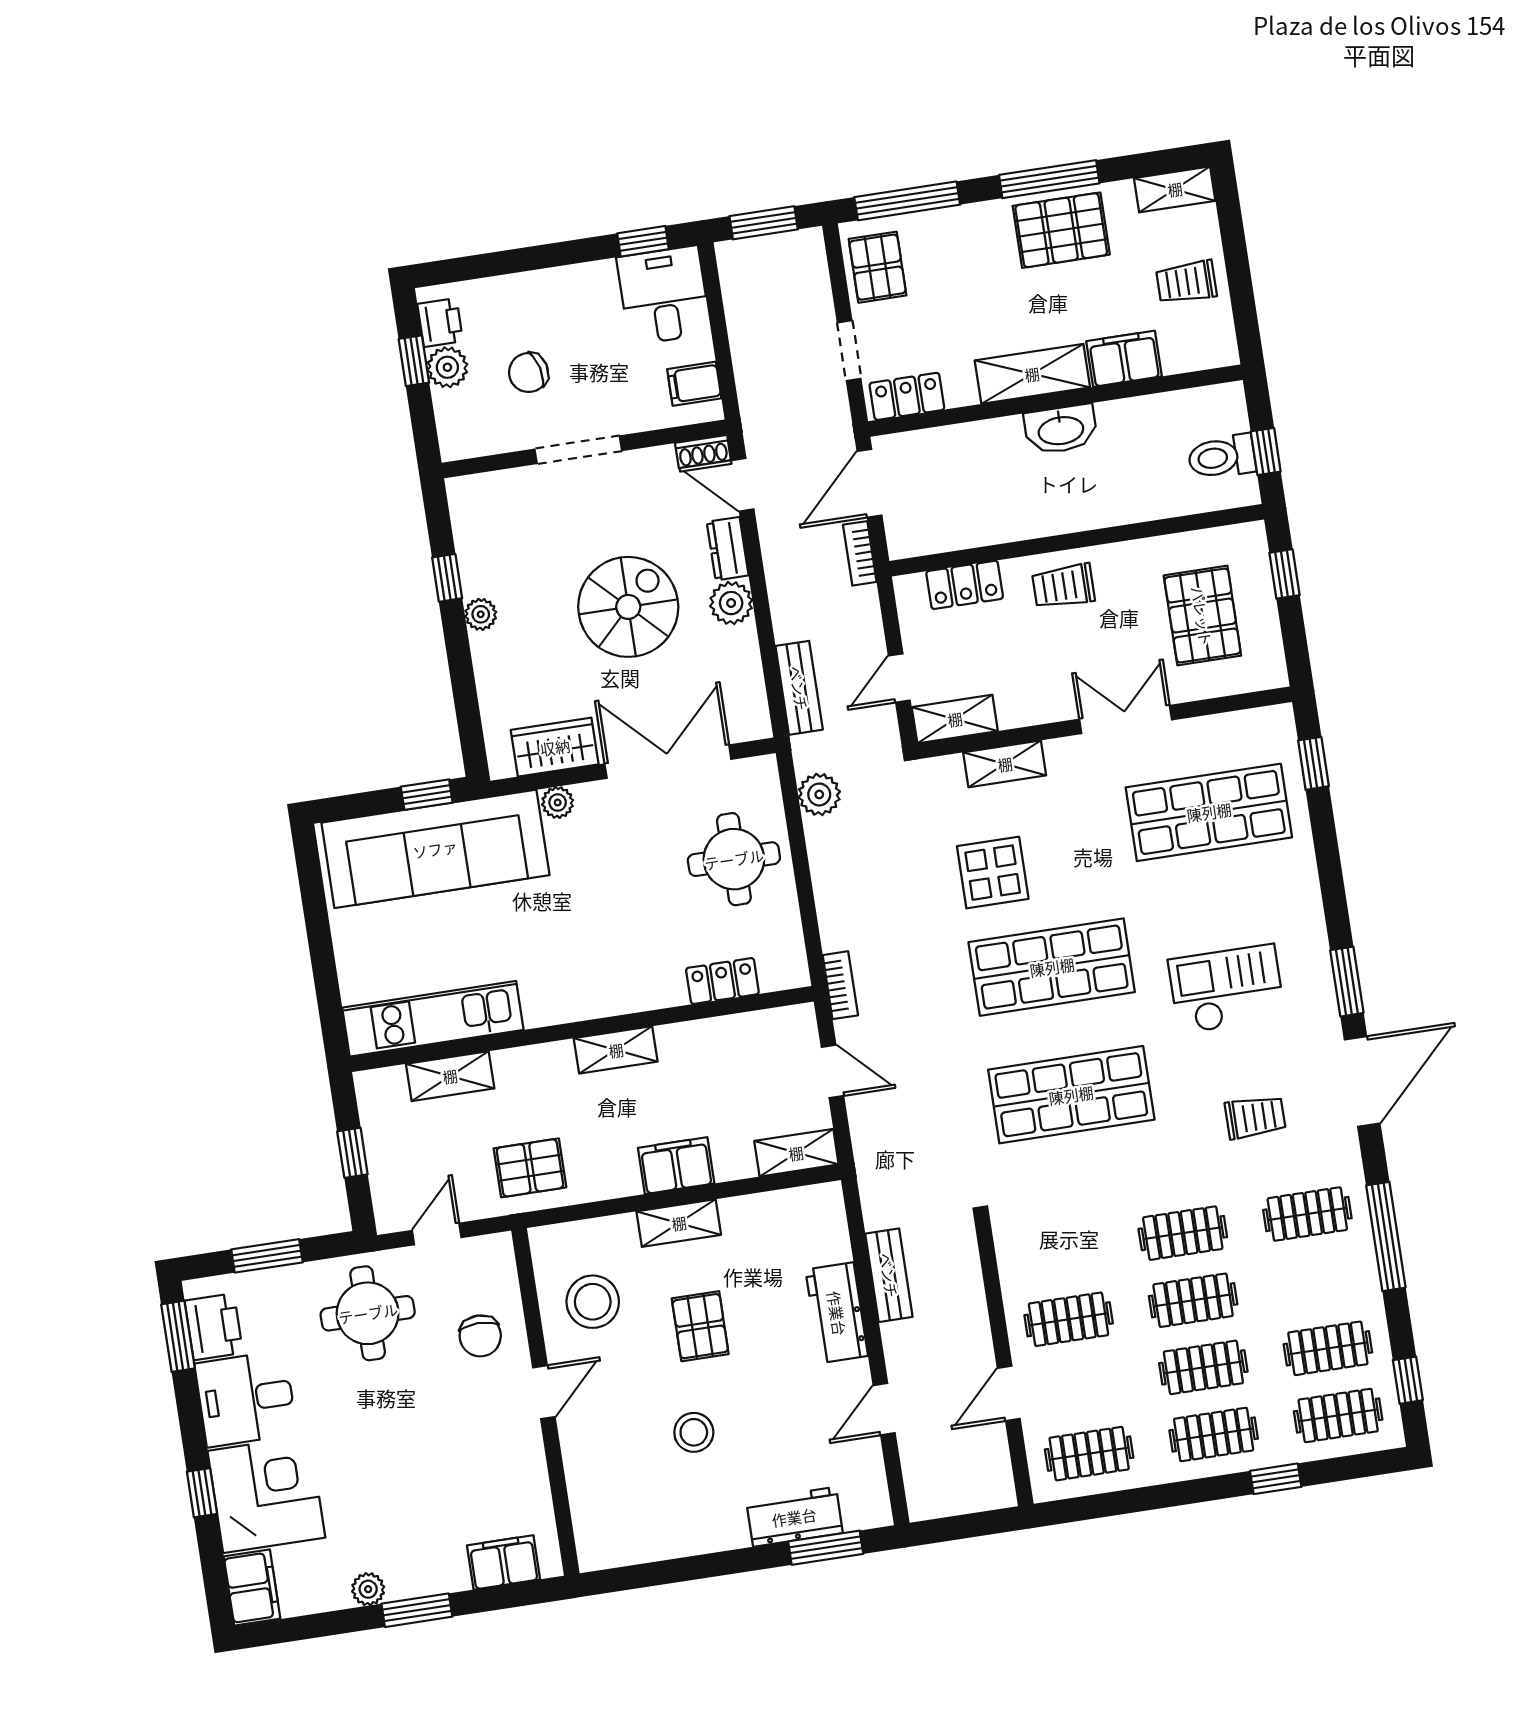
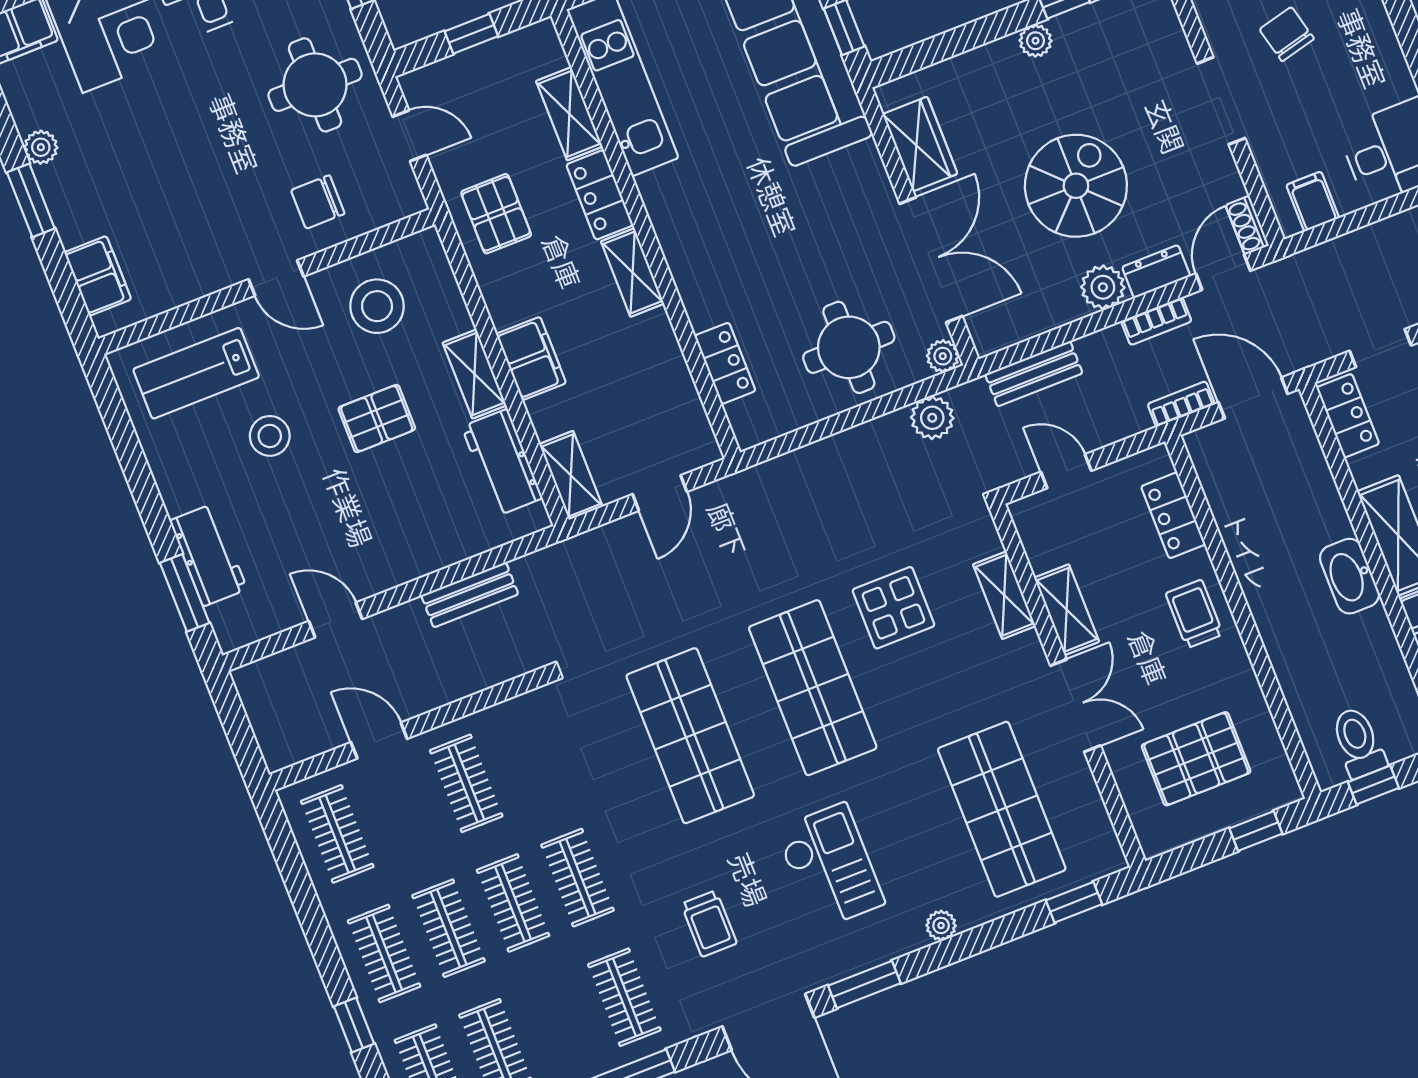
spiral stairs: (628, 607) -> (1076, 186), turned -90
shelving: (955, 719) -> (1067, 610), moved
plant: (558, 802) -> (943, 356), moved
plant: (1307, 896) -> (941, 925), added
bookcase: (840, 985) -> (1156, 321), moved
locker: (534, 1065) -> (600, 195), added
workbench: (837, 1313) -> (502, 462), moved, turned -90
lab bench: (618, 1489) -> (196, 373), added

